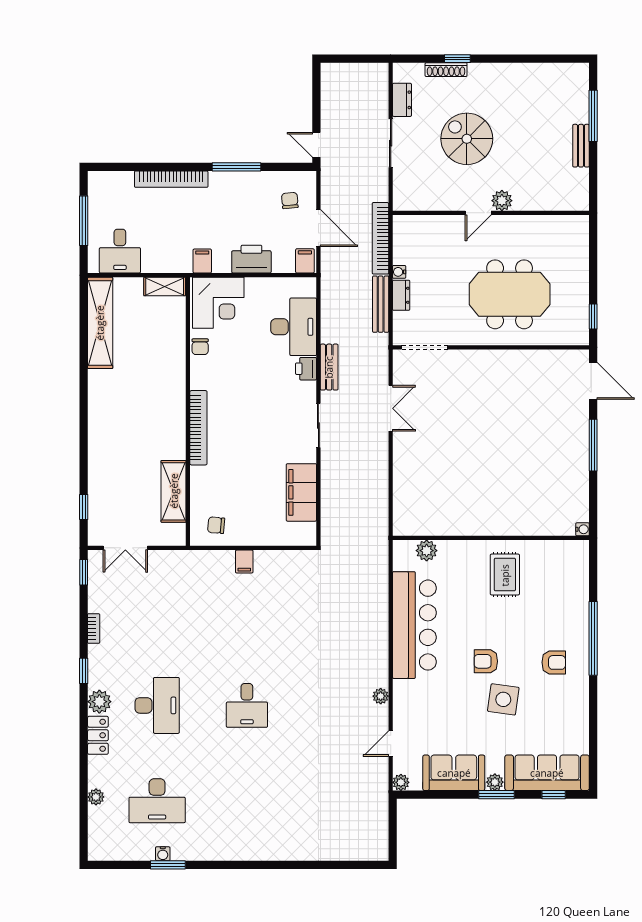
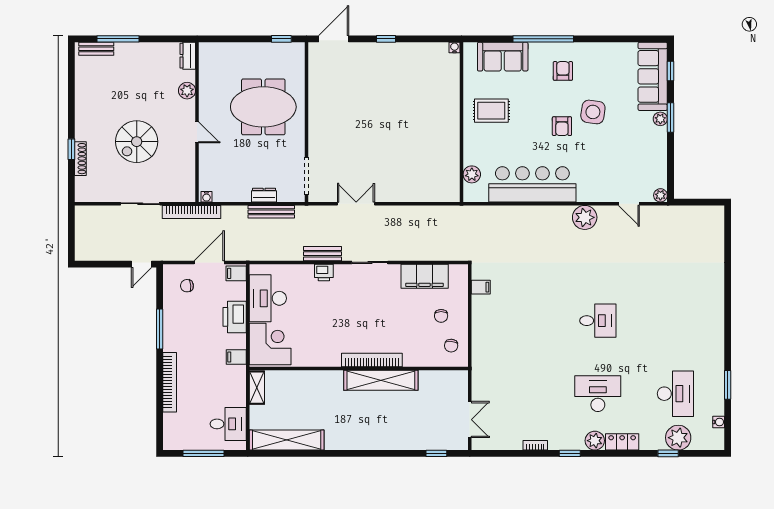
dresser: (402, 100) -> (188, 56), moved, turned -90
bench: (581, 146) -> (96, 49), moved
plant: (502, 201) -> (187, 91), moved
bookcase: (380, 238) -> (191, 212), moved
water cooler: (399, 272) -> (206, 197), moved
meeting table: (510, 294) -> (263, 107), turned 90
desk: (294, 327) -> (268, 298), moved, turned -90
chair: (200, 347) -> (441, 316), moved, turned 90
window: (593, 445) -> (386, 39), width x0.46
shelving: (174, 491) -> (381, 380), moved, width x1.47
filing cabinet: (244, 562) -> (481, 287), moved
window: (84, 572) -> (668, 453), moved
plant: (381, 696) -> (585, 217), width x1.88, depth x1.88
sofa: (454, 773) -> (503, 57), moved, turned -90
plant: (96, 797) -> (678, 438), width x1.88, depth x1.88
water cooler: (163, 854) -> (719, 422), moved

